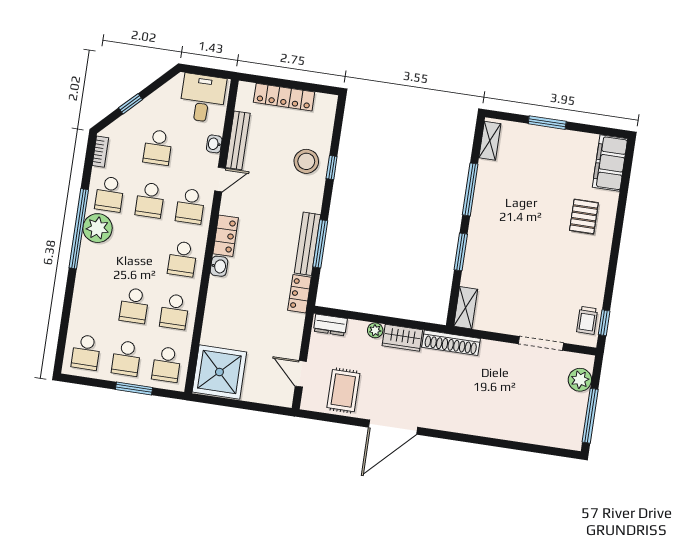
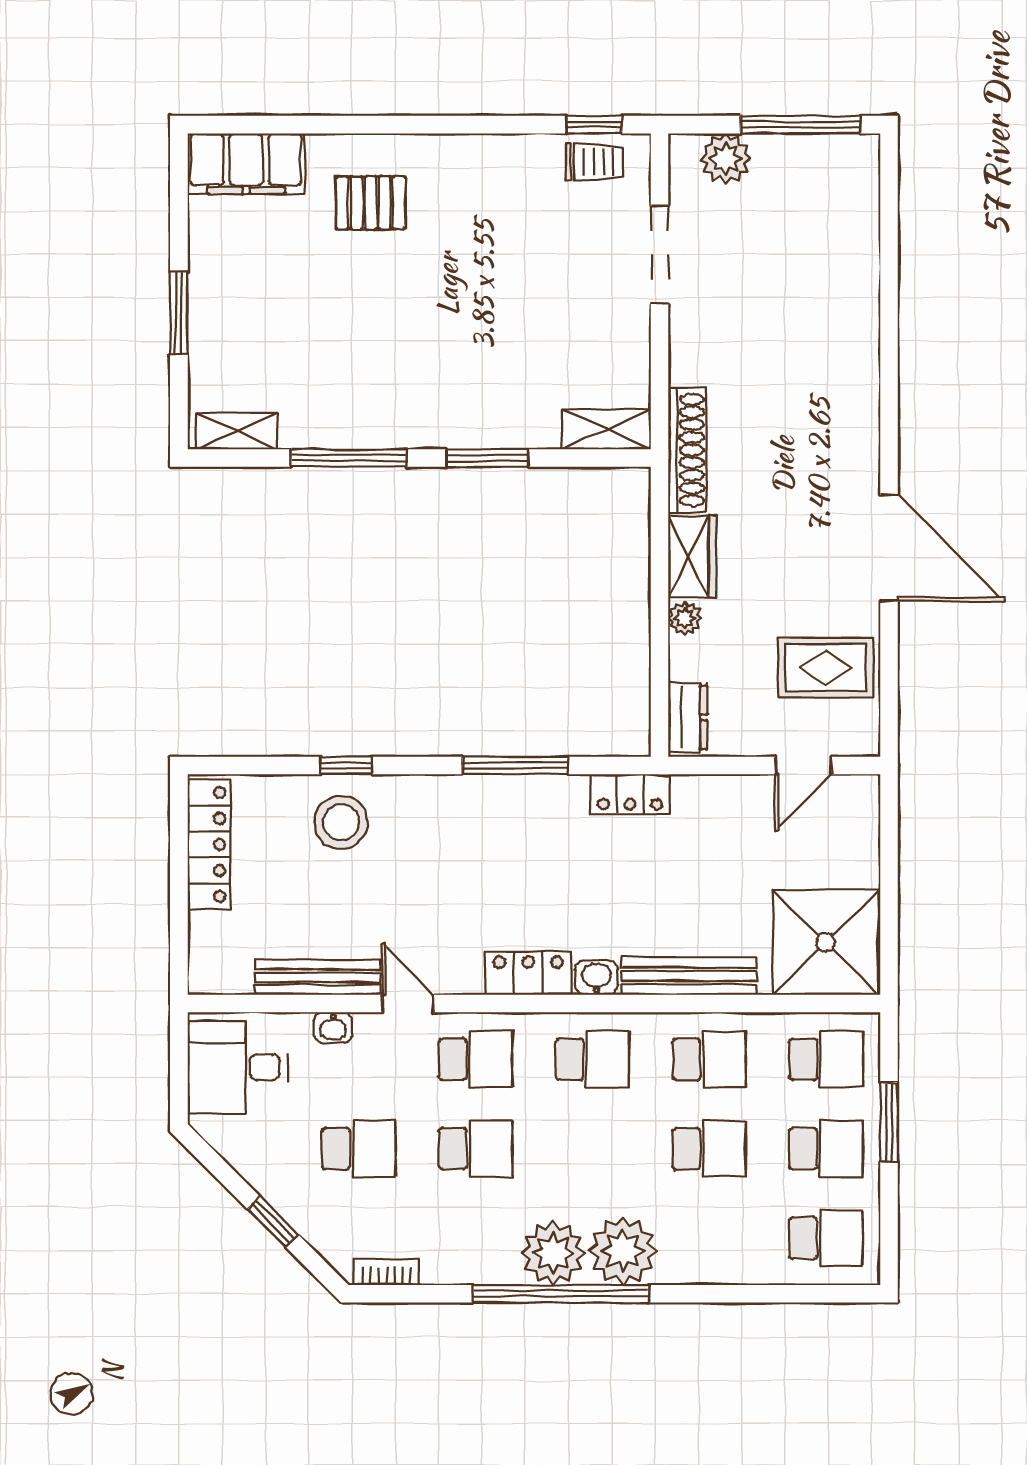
locker: (284, 97) -> (209, 844), moved
school desk: (110, 194) -> (476, 1238), removed
bench: (307, 244) -> (689, 976), moved
plant: (94, 260) -> (623, 1251), added

